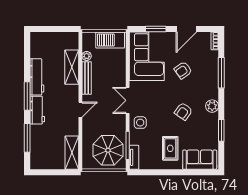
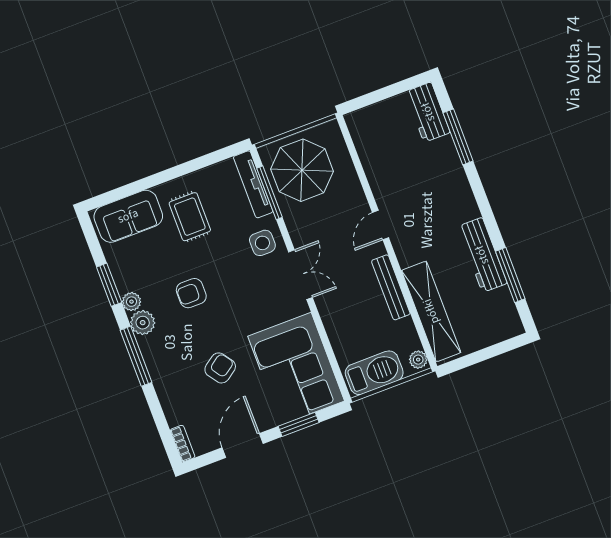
plant: (87, 56) -> (418, 360), moved
shelving: (72, 67) -> (431, 311), width x1.47
window: (221, 73) -> (136, 356), moved
window: (27, 96) -> (510, 275), moved
workbench: (37, 110) -> (428, 112), moved
armchair: (183, 111) -> (191, 293), turned -125
plant: (214, 118) -> (131, 302), added
shelving: (72, 153) -> (366, 141), removed
tv unit: (134, 157) -> (253, 184), width x1.41

